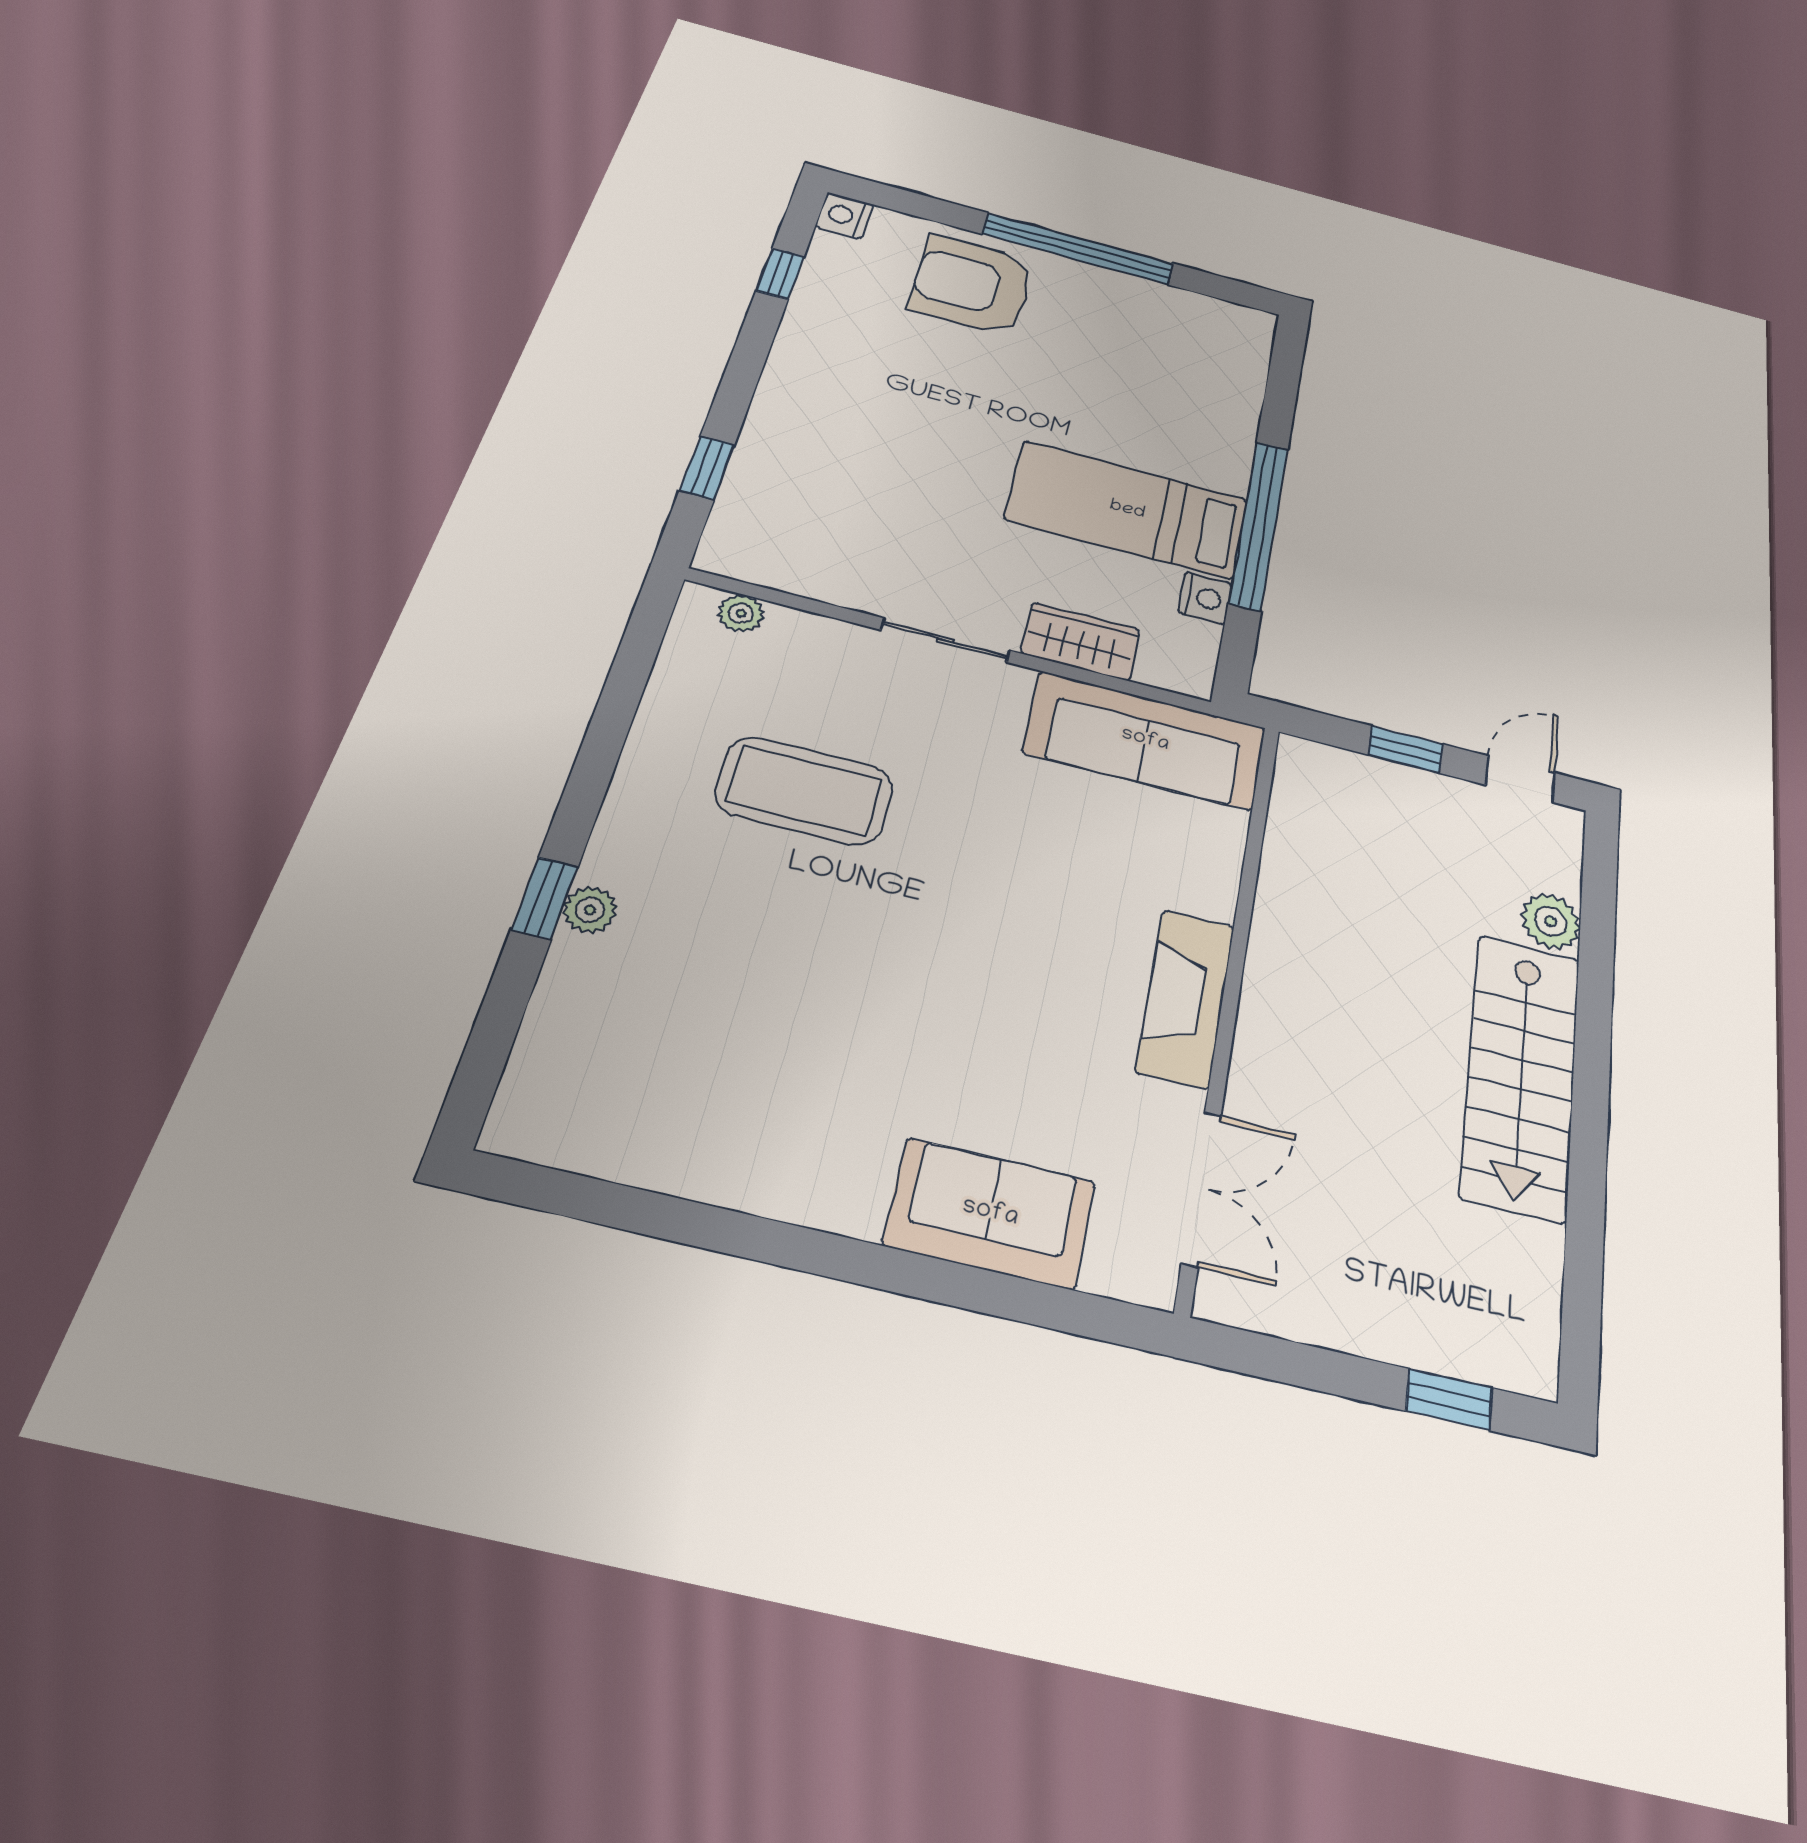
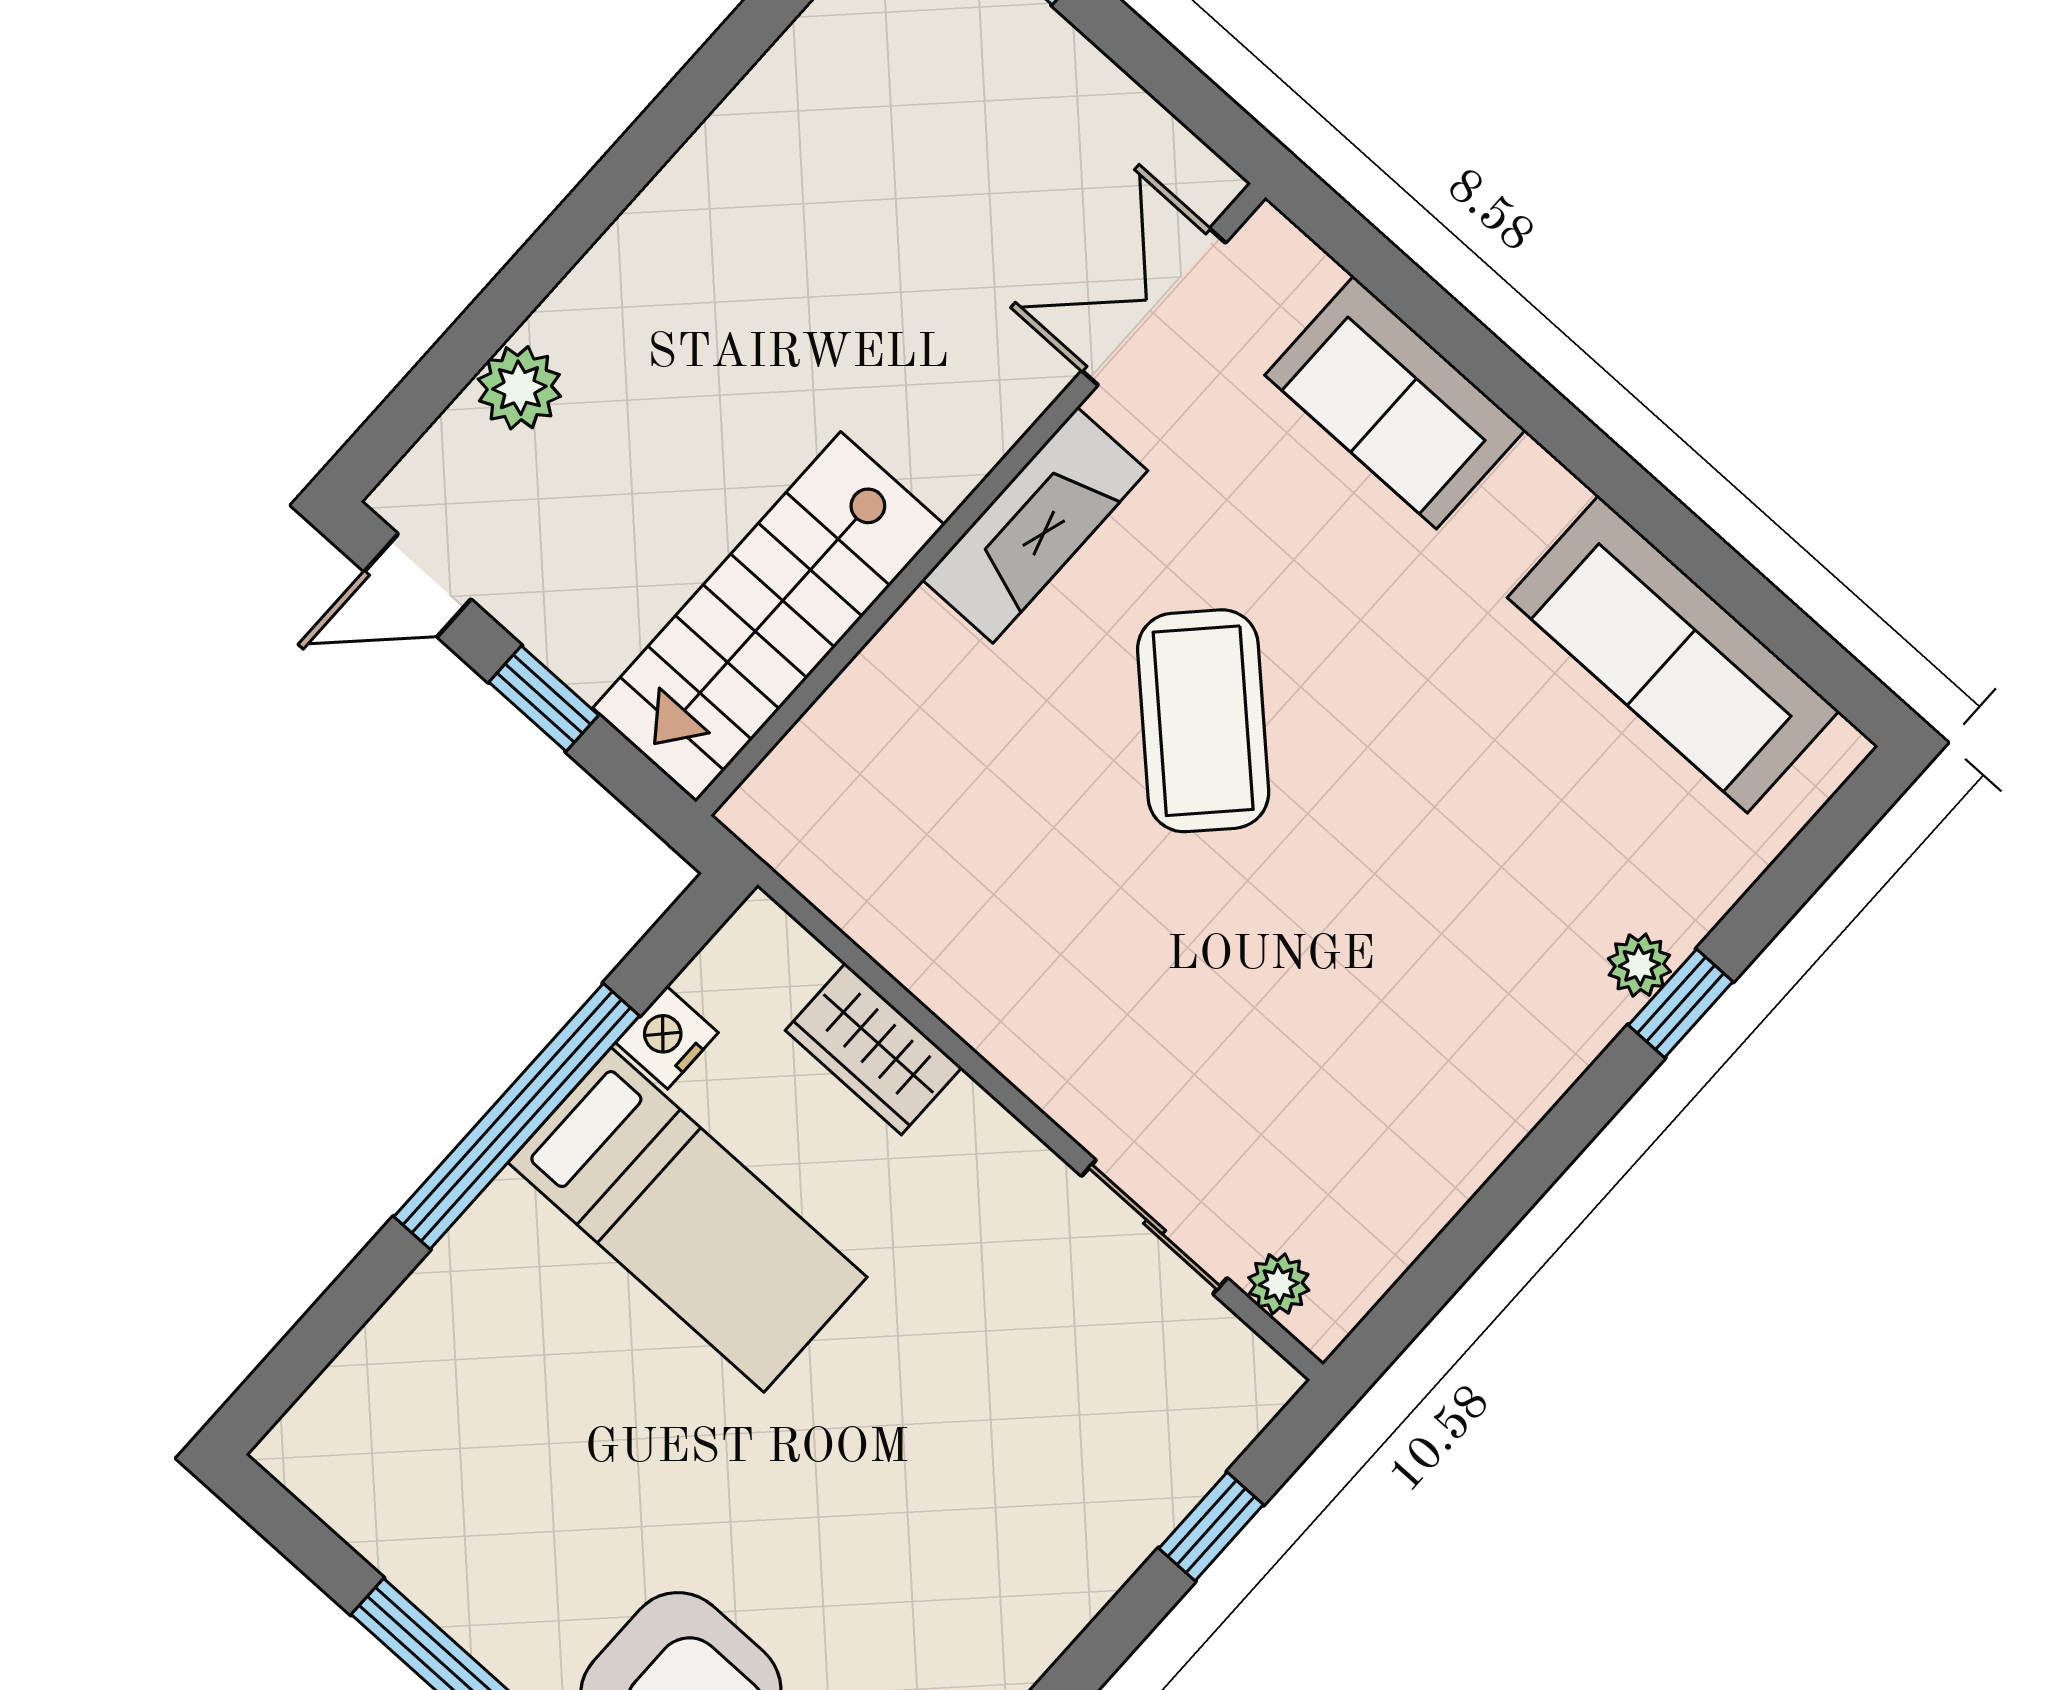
sliding door: (945, 640) -> (1154, 1227), moved
sofa: (1145, 740) -> (1673, 654), moved, turned 180
coffee table: (804, 791) -> (1203, 721), moved, turned 44
stairs: (1521, 1075) -> (769, 616), moved, turned 180

